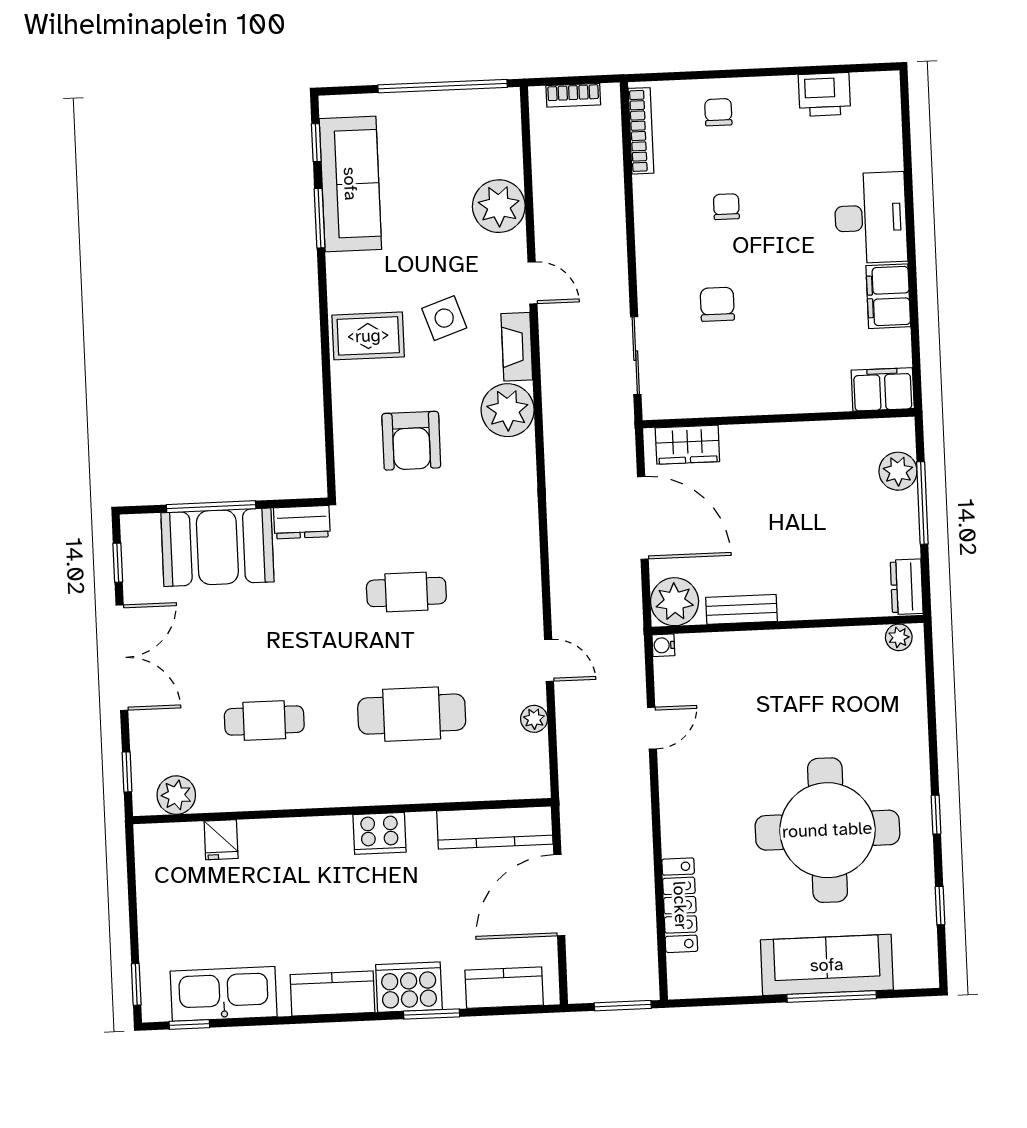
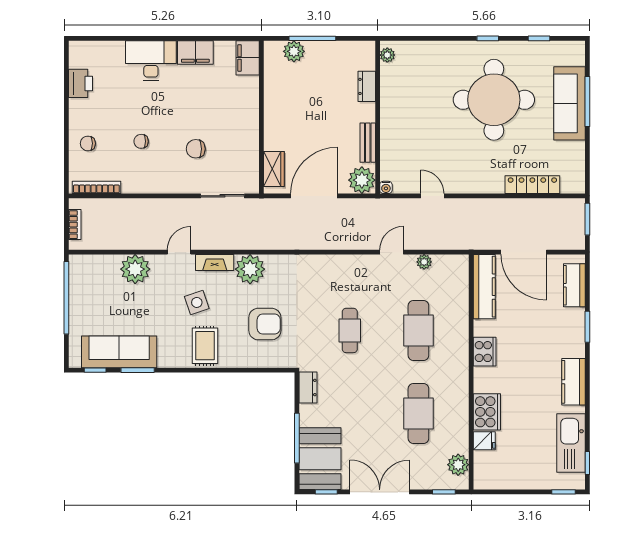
booth: (217, 547) -> (320, 459), moved
dresser: (907, 587) -> (367, 86), moved, turned 90
cafe table: (264, 721) -> (418, 413), width x1.37, depth x1.35
cooker: (409, 987) -> (487, 412), moved, turned 180

